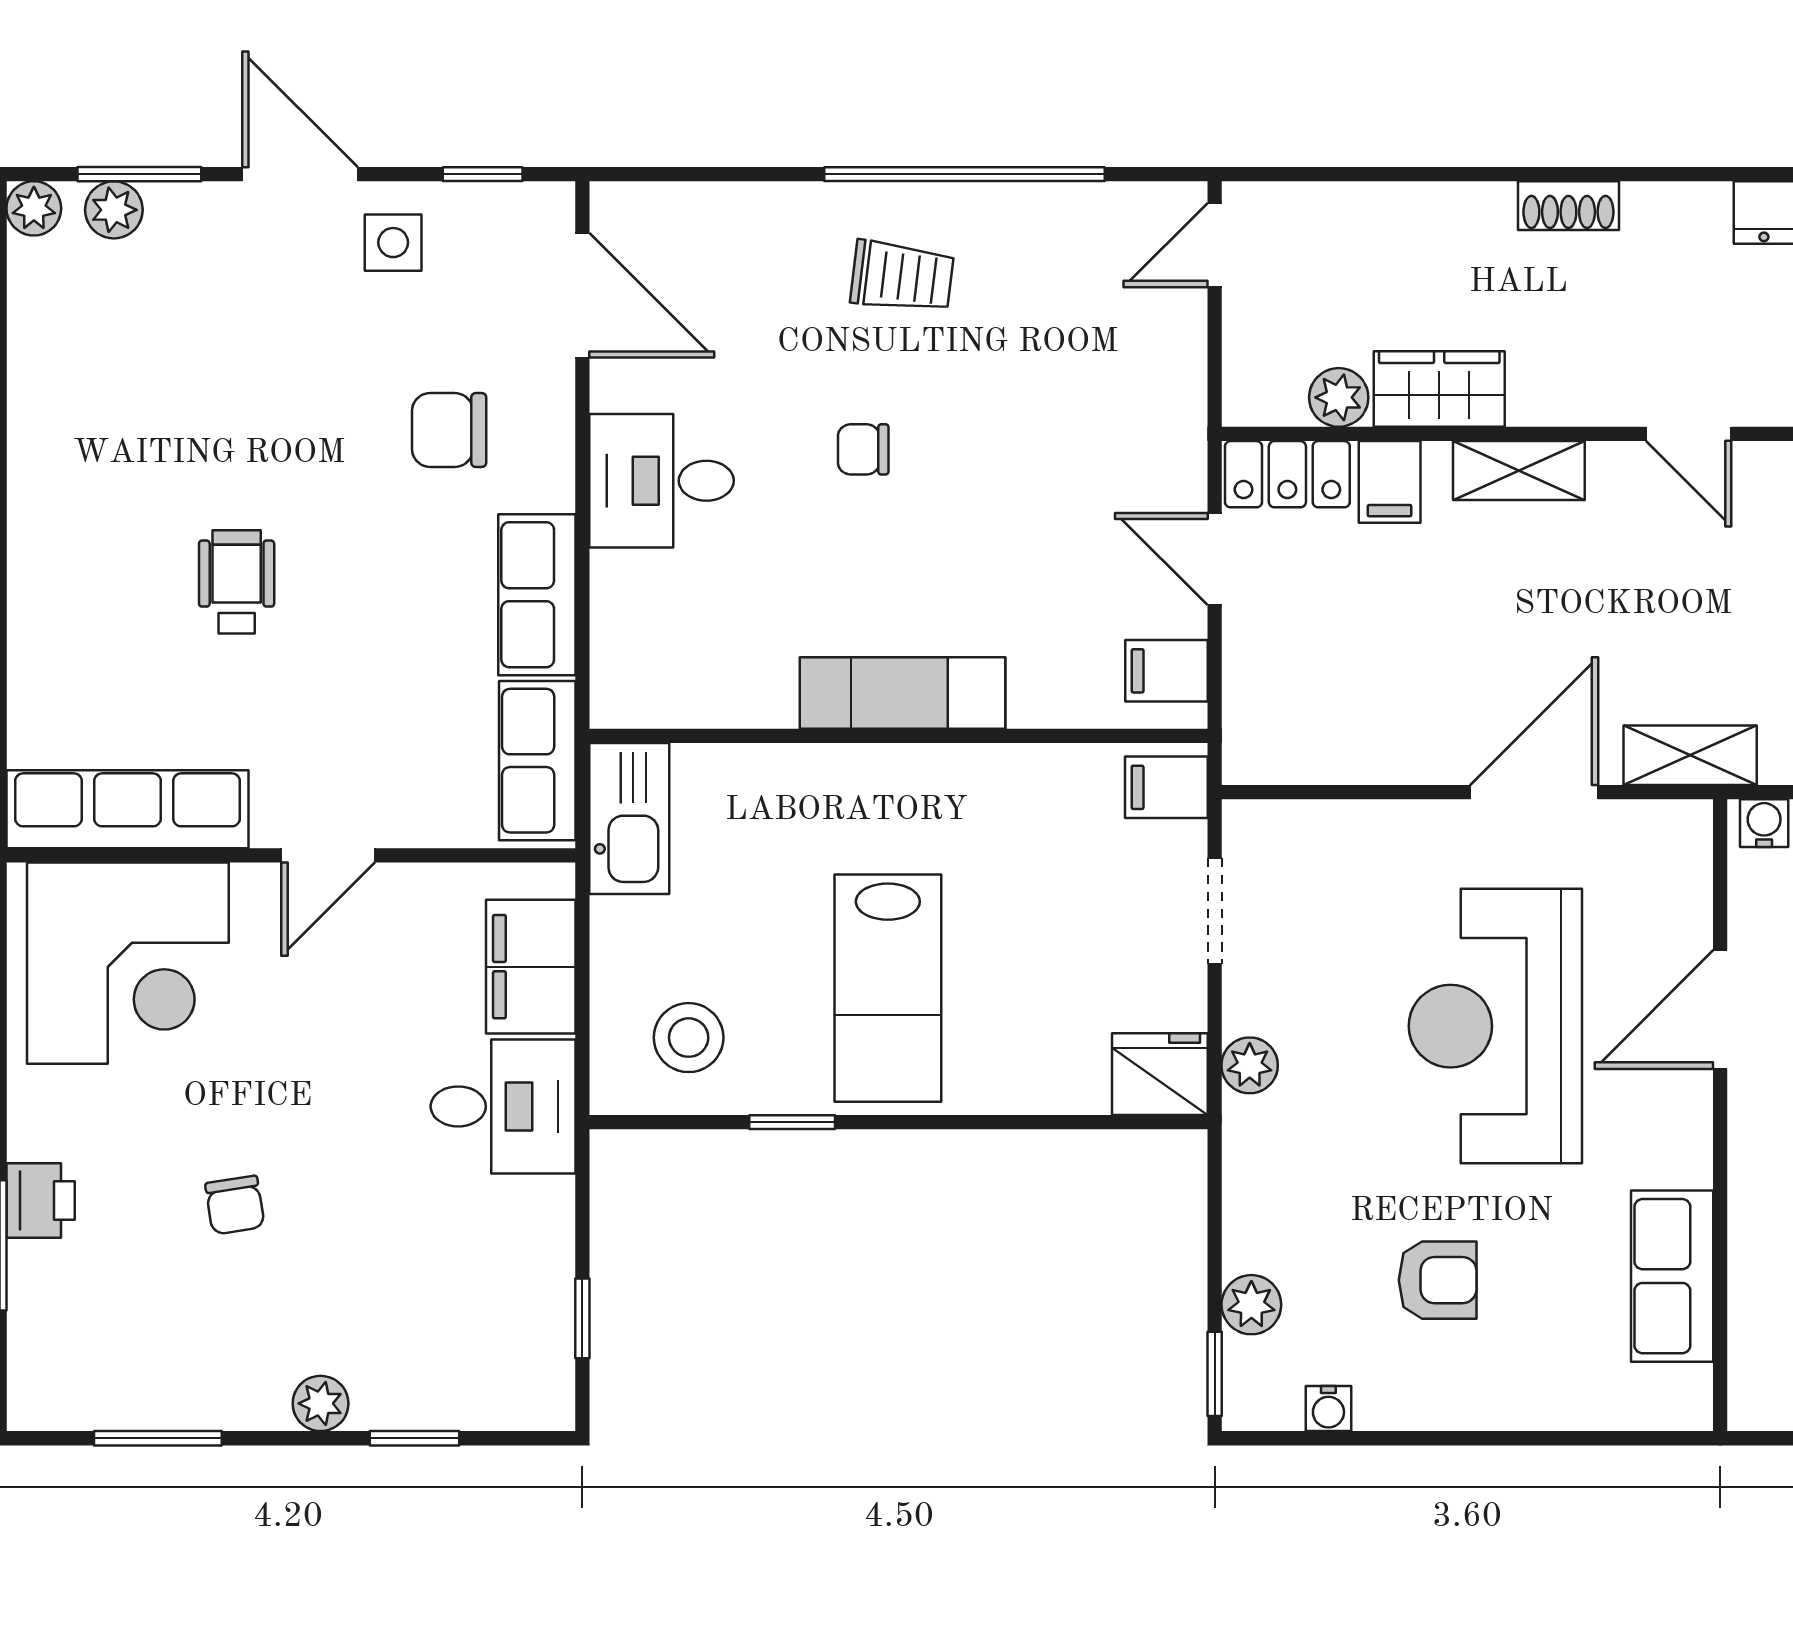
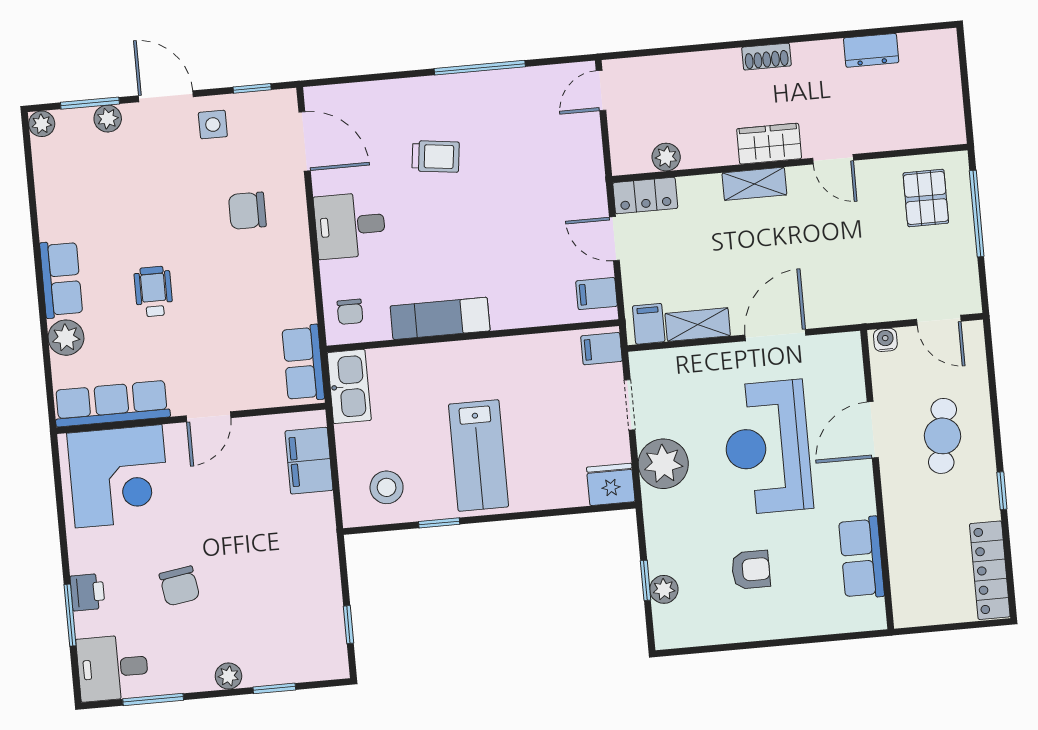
window: (964, 174) -> (480, 68), width x0.68
plant: (114, 210) -> (108, 119), moved
trolley: (902, 277) -> (436, 156), moved
wardrobe: (1439, 389) -> (769, 144), moved
chair: (863, 449) -> (350, 312), moved, turned -90
filing cabinet: (1390, 482) -> (649, 324), moved, turned 180
row of seats: (537, 595) -> (61, 279), moved, turned 180
plant: (44, 662) -> (66, 338), added
exam couch: (903, 693) -> (440, 318), moved
shelving: (1690, 755) -> (698, 325), moved
plant: (1250, 1065) -> (663, 464), width x1.87, depth x1.87
desk: (503, 1106) -> (113, 668), moved, turned 180
chair: (235, 1205) -> (179, 586), width x1.37, depth x1.37
window: (1215, 1374) -> (646, 580), moved
water cooler: (1328, 1409) -> (705, 635), removed

